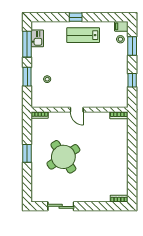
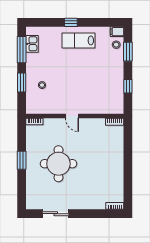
round table: (63, 157) -> (58, 164), turned 33

